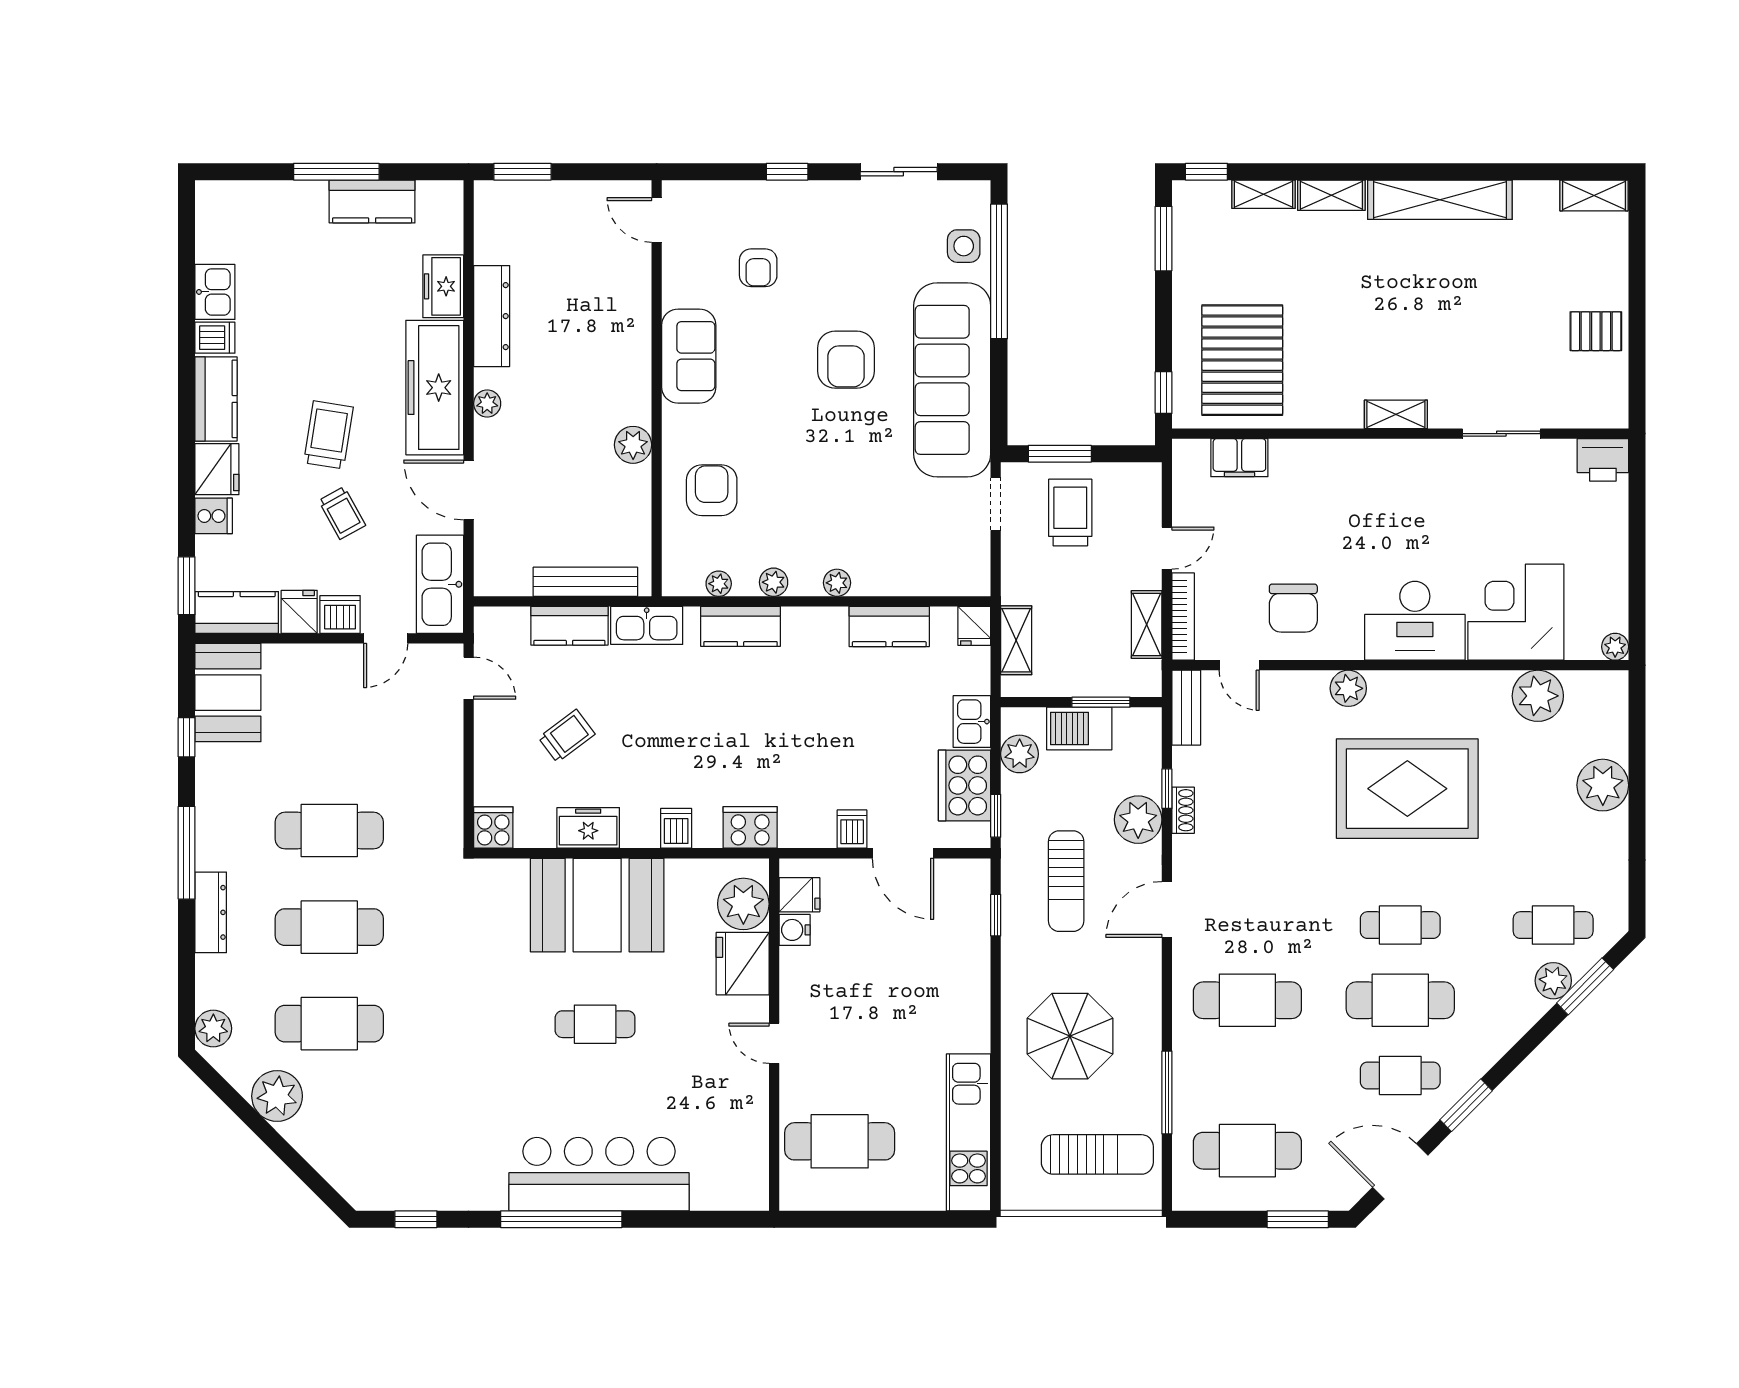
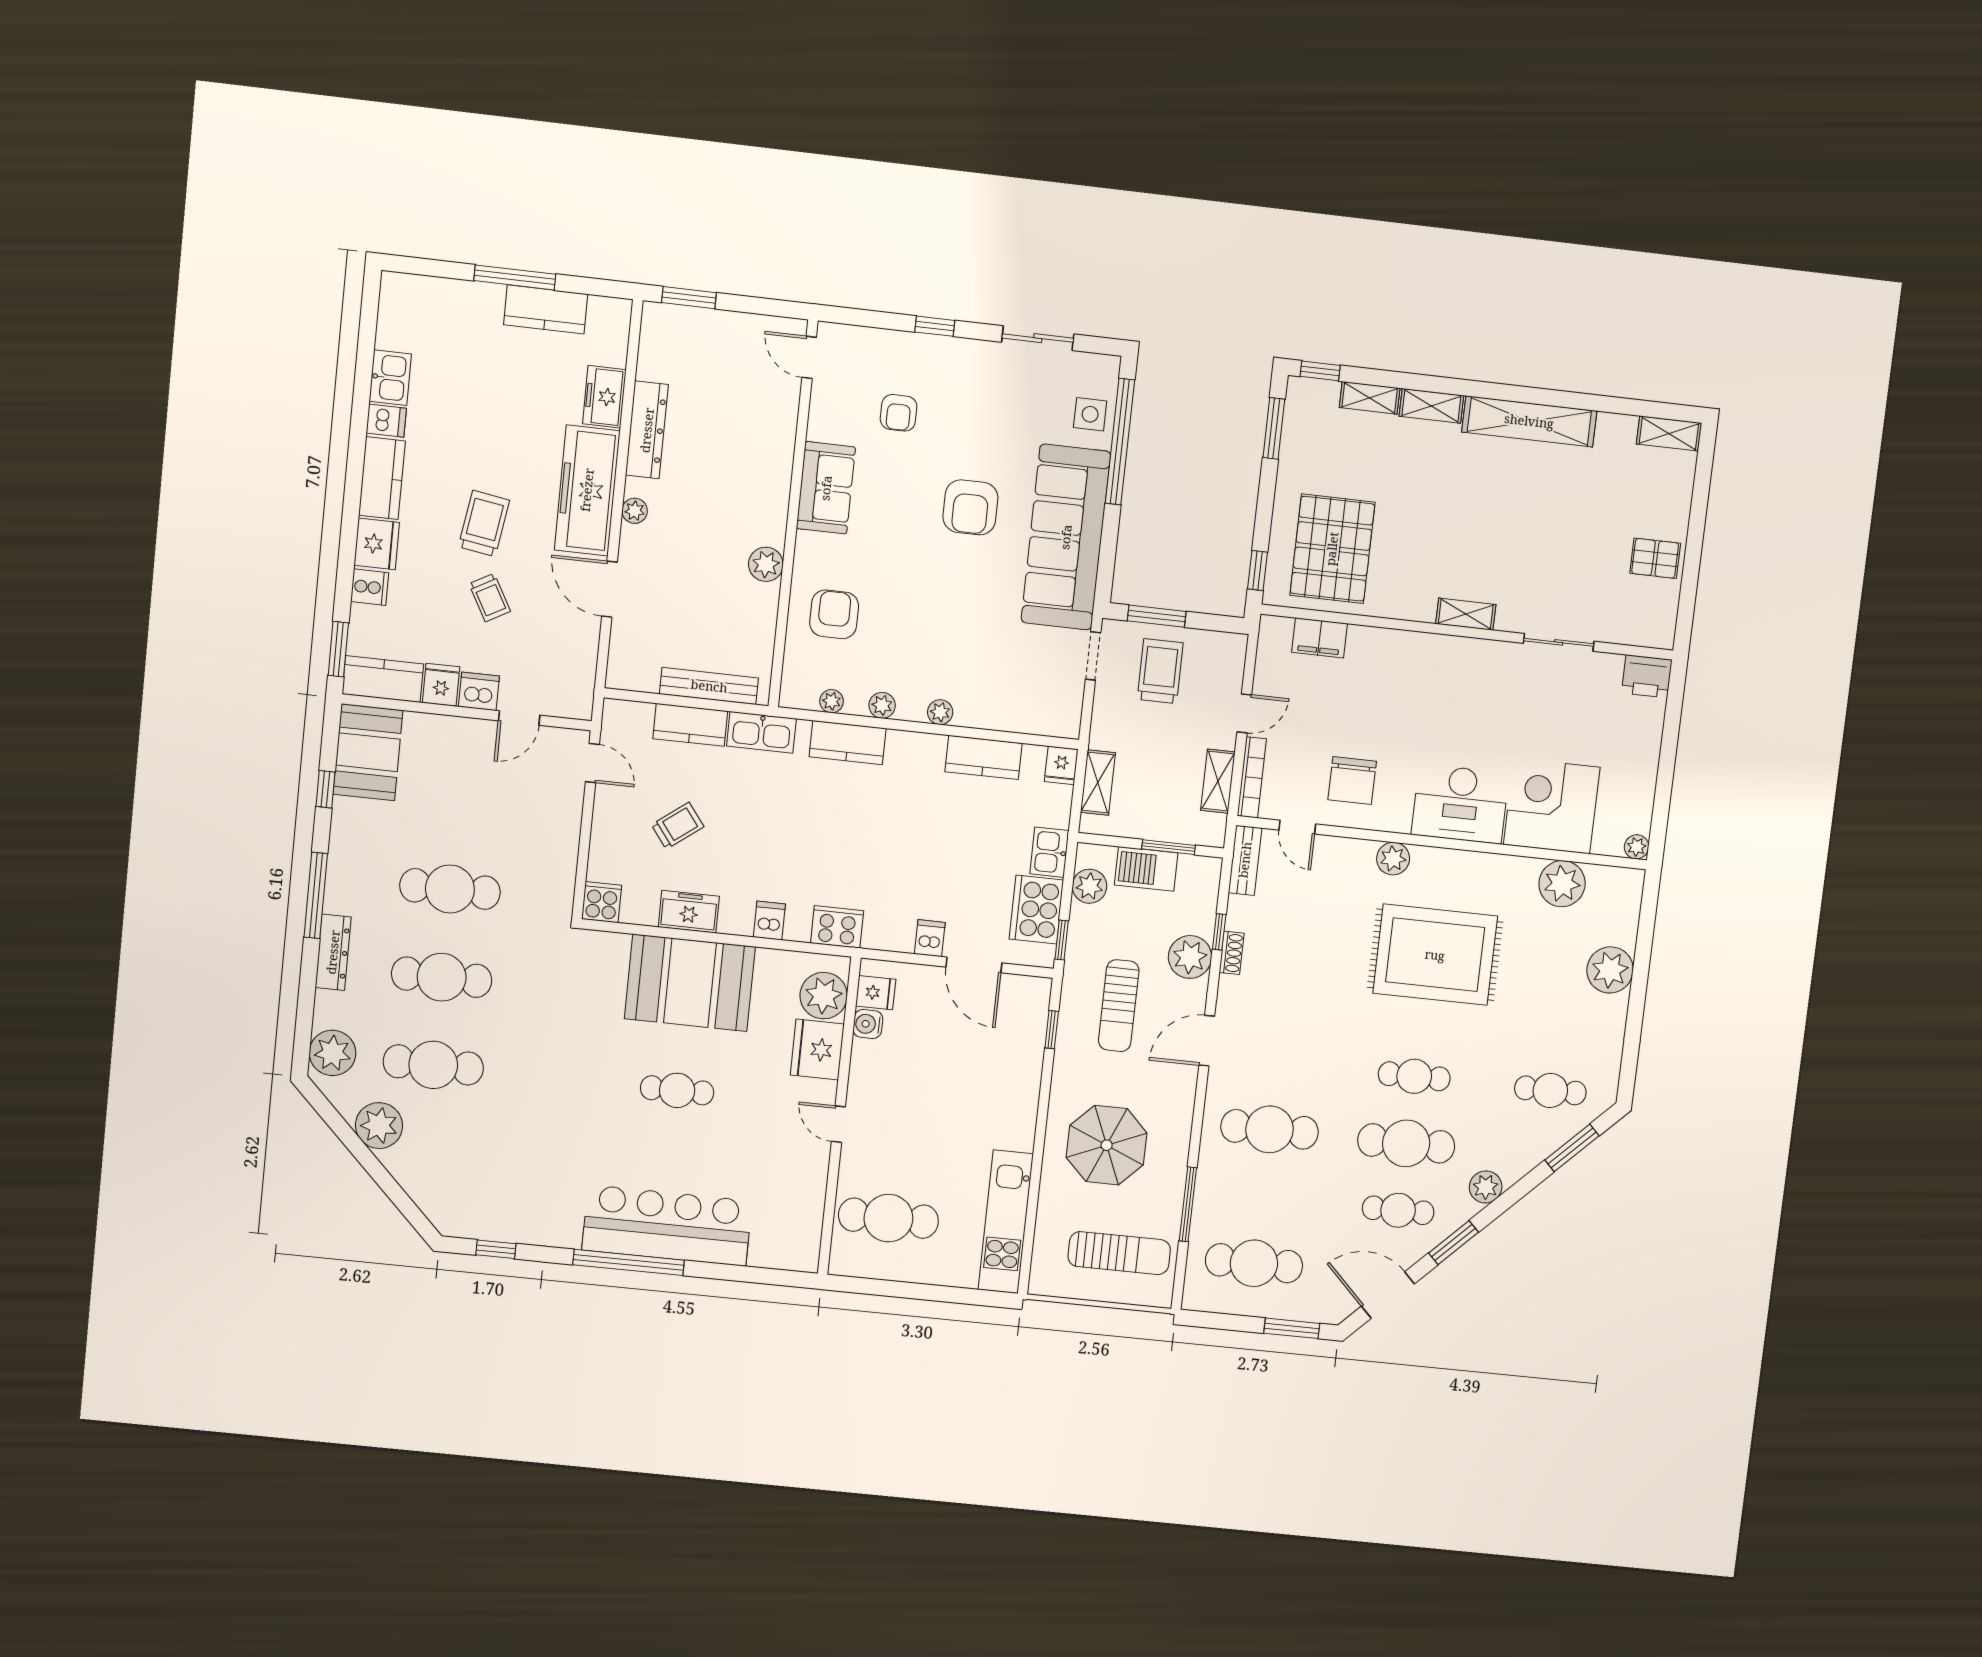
kitchen sink: (440, 584) -> (574, 674), removed
plant: (1553, 981) -> (1486, 1187), moved
plant: (213, 1028) -> (332, 1053), width x1.36, depth x1.36

